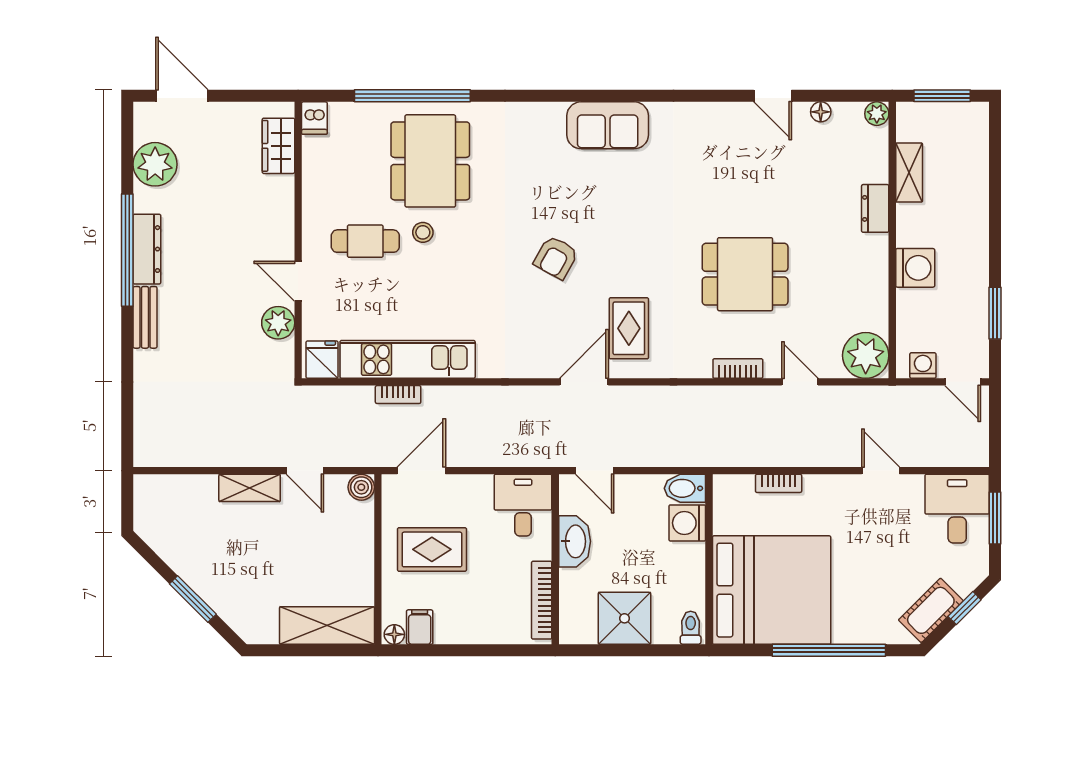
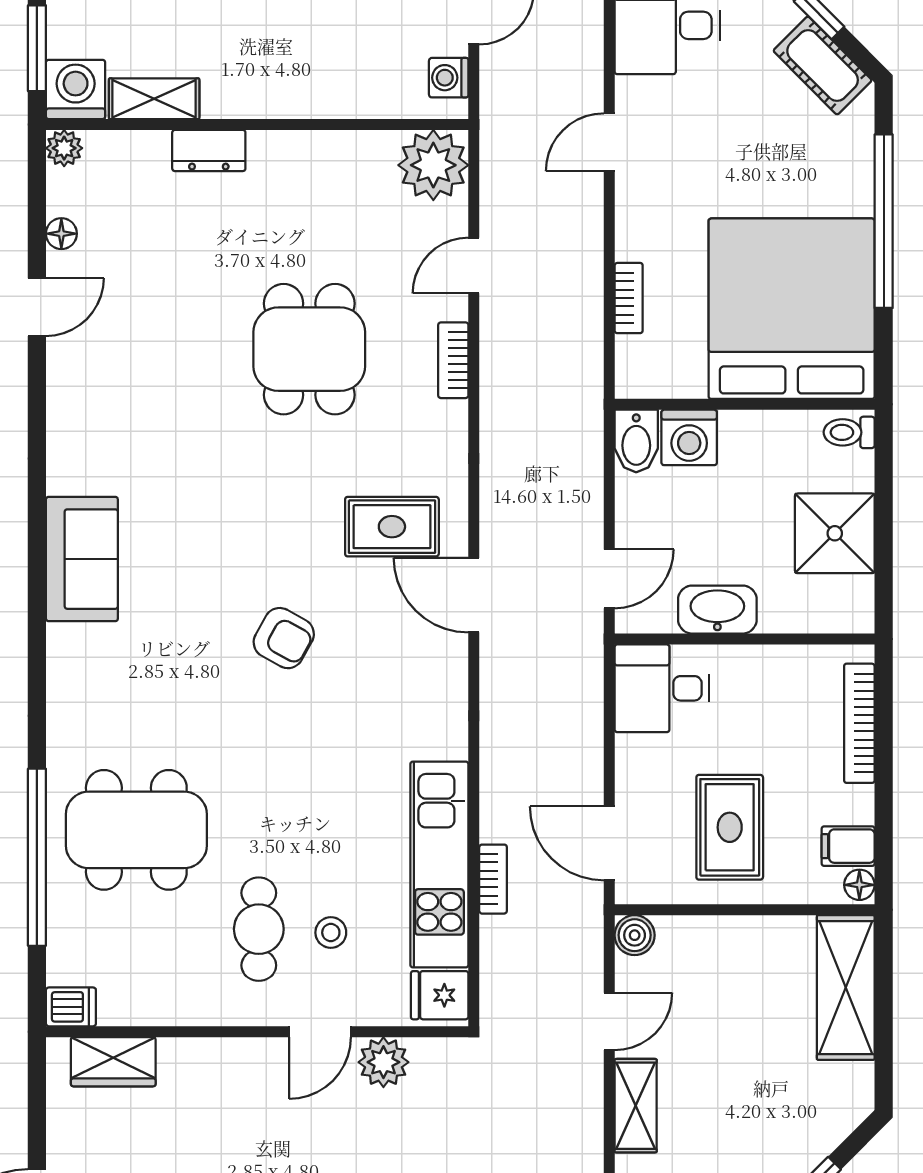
stool: (423, 232) -> (331, 933), moved
washing machine: (915, 268) -> (76, 89), moved
bookcase: (542, 600) -> (859, 723), moved, turned 90

